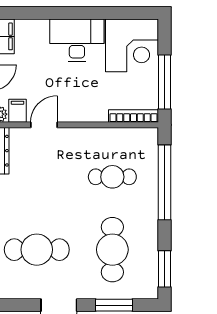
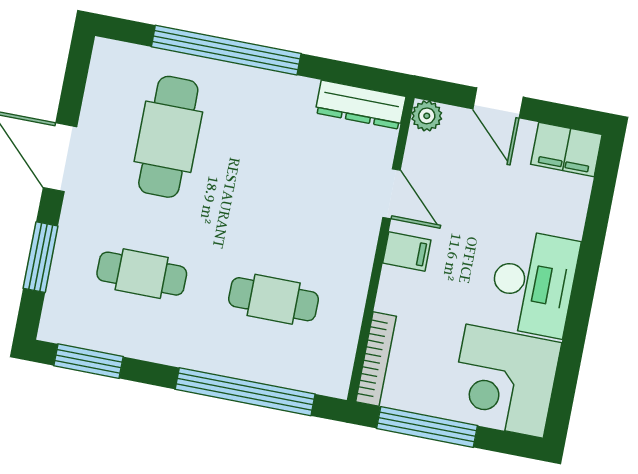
filing cabinet: (17, 111) -> (407, 252), moved
cafe table: (112, 177) -> (274, 299), turned 90
cafe table: (112, 250) -> (142, 274), width x0.73, depth x0.74

